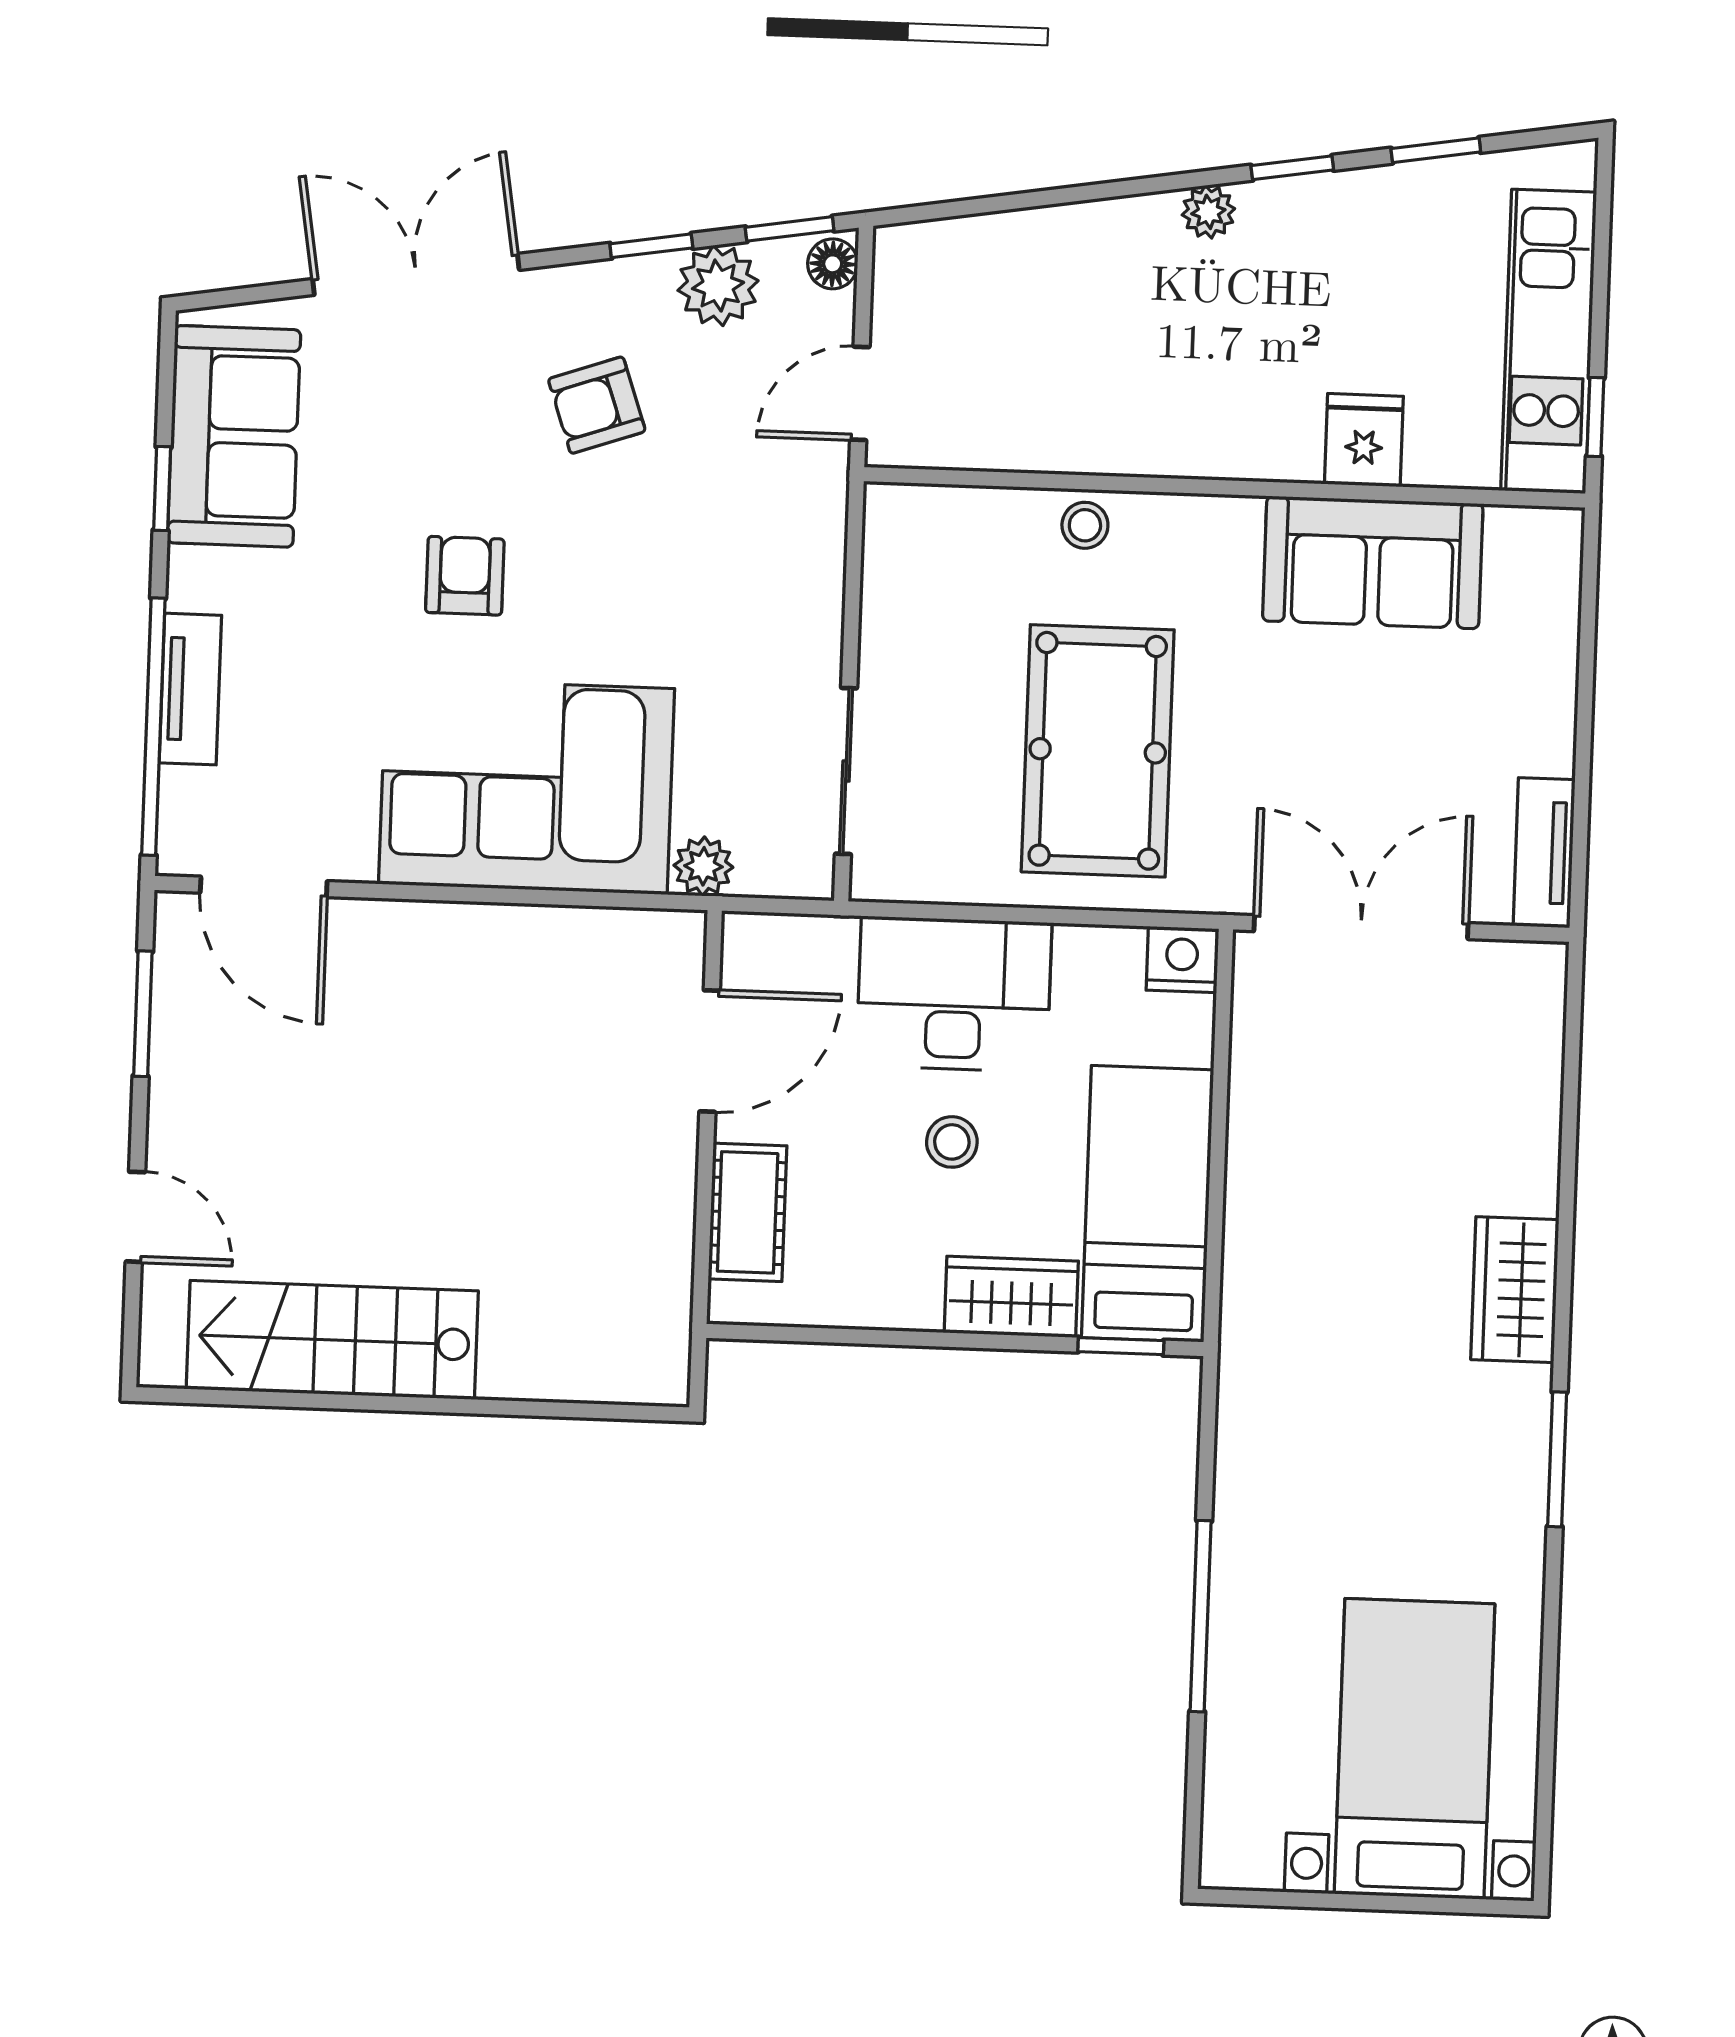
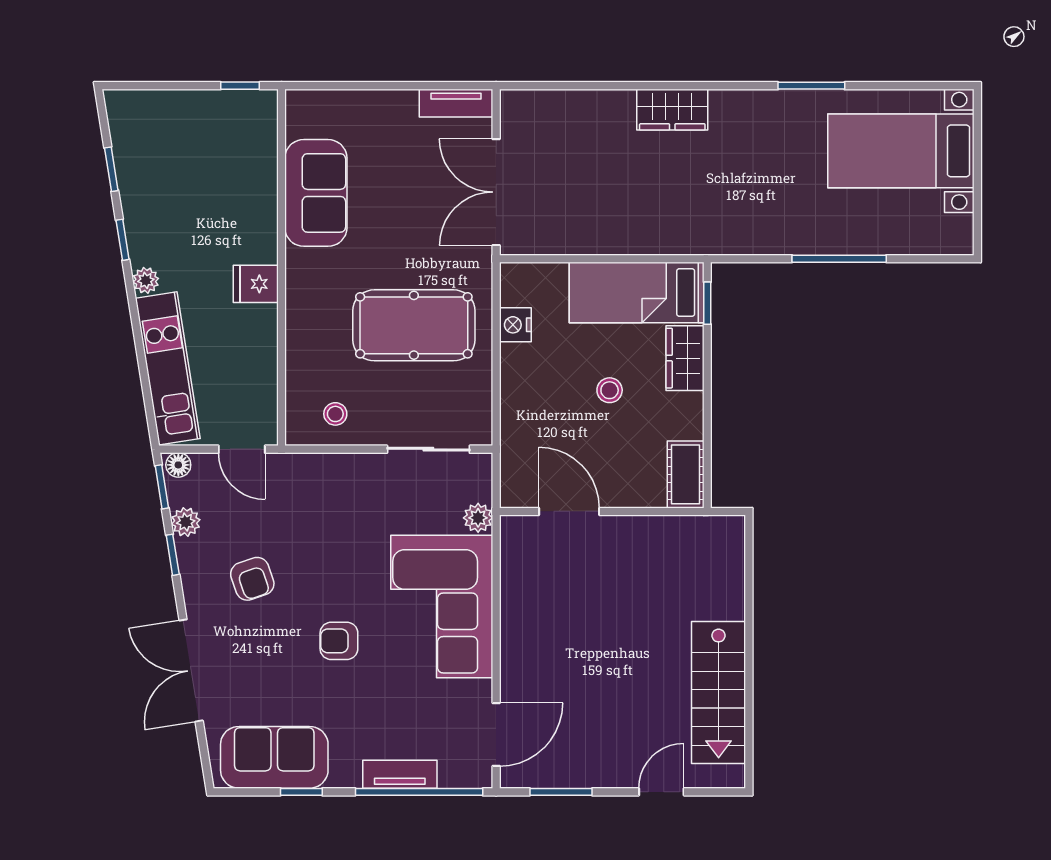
plant: (718, 286) -> (186, 522), width x0.73, depth x0.73
kitchen unit: (1549, 341) -> (168, 368), moved, turned -99
fridge: (1364, 440) -> (256, 284), moved
stool: (1085, 525) -> (335, 414), moved
nightstand: (1182, 960) -> (515, 325), moved
desk: (954, 994) -> (537, 392), removed
cot: (748, 1212) -> (686, 474), moved, turned 90
window: (1557, 1459) -> (811, 86), moved

